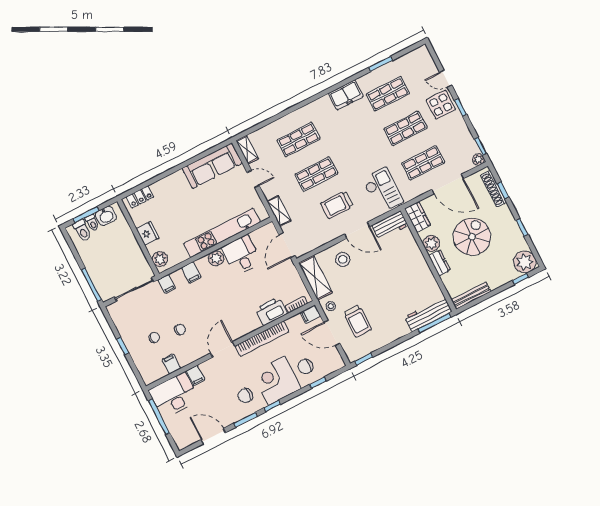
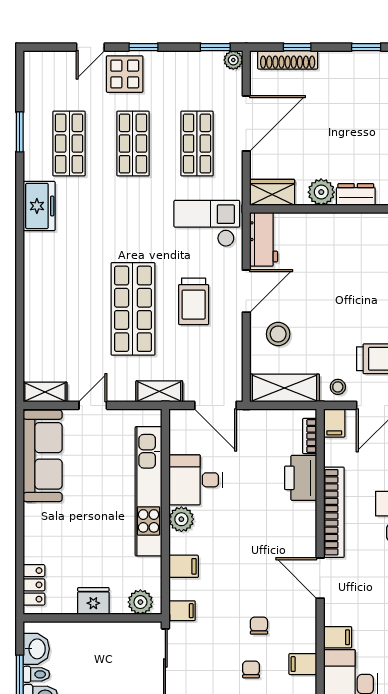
shop shelf: (299, 139) -> (69, 309), removed
shop shelf: (316, 174) -> (133, 309), width x1.43, depth x1.36
spiral stairs: (472, 237) -> (342, 127), removed

